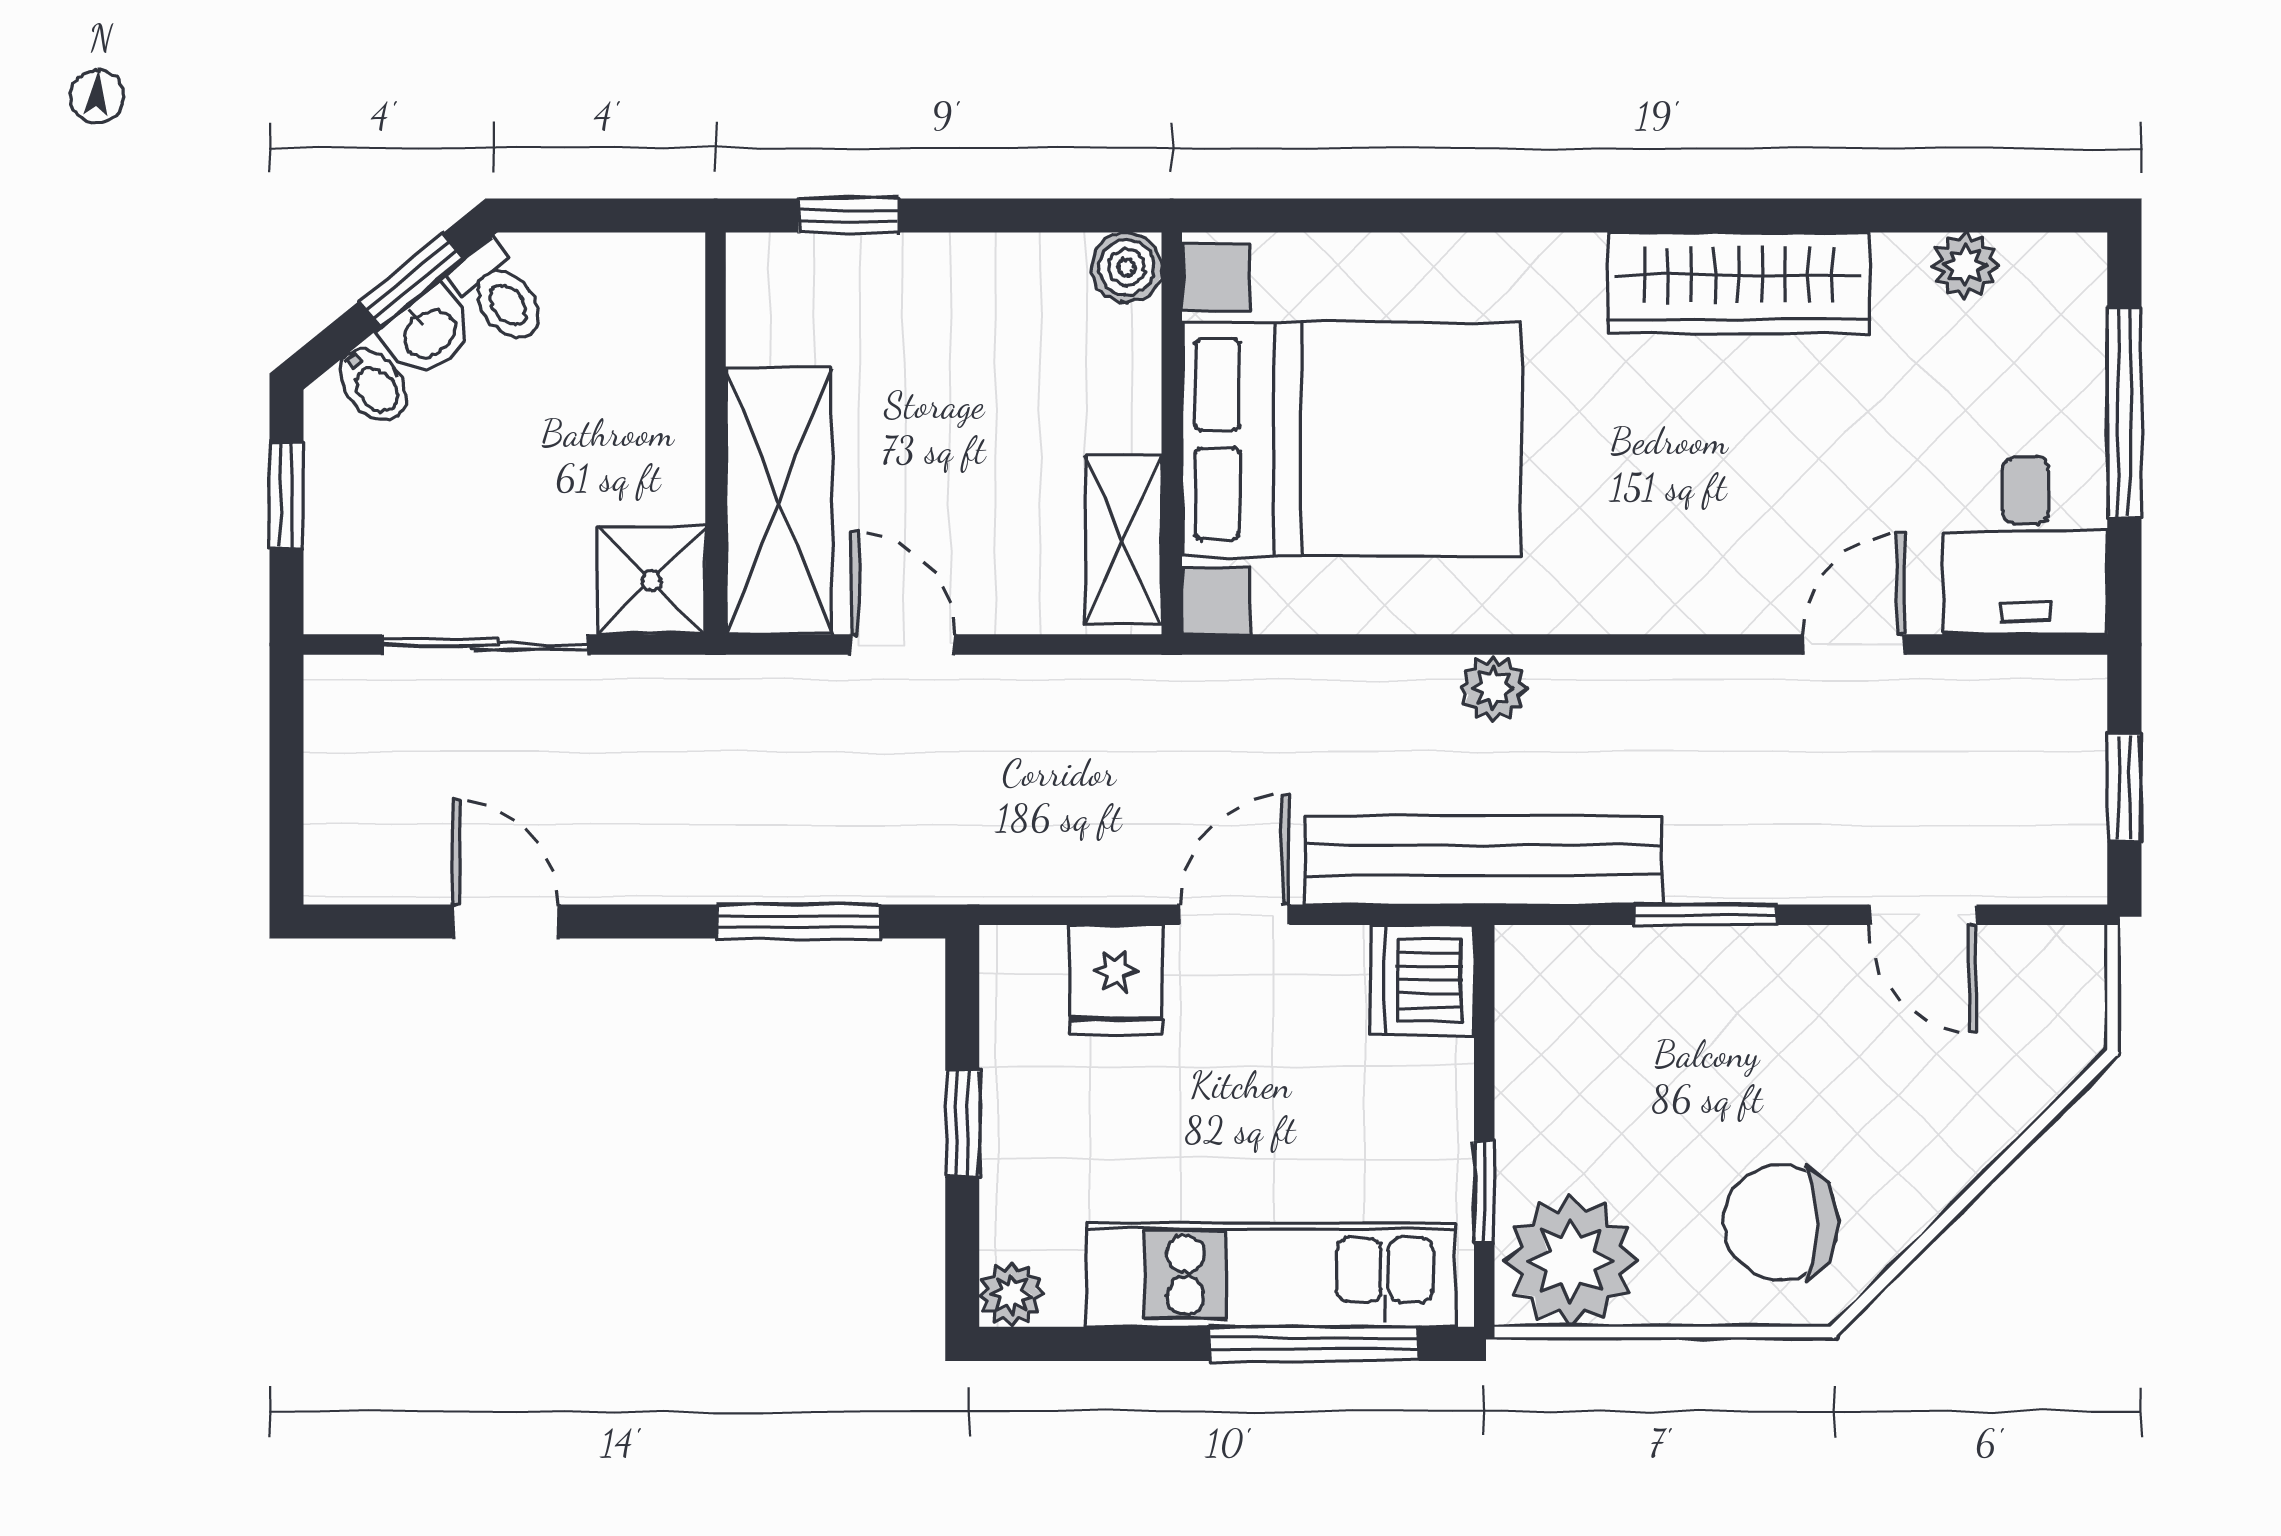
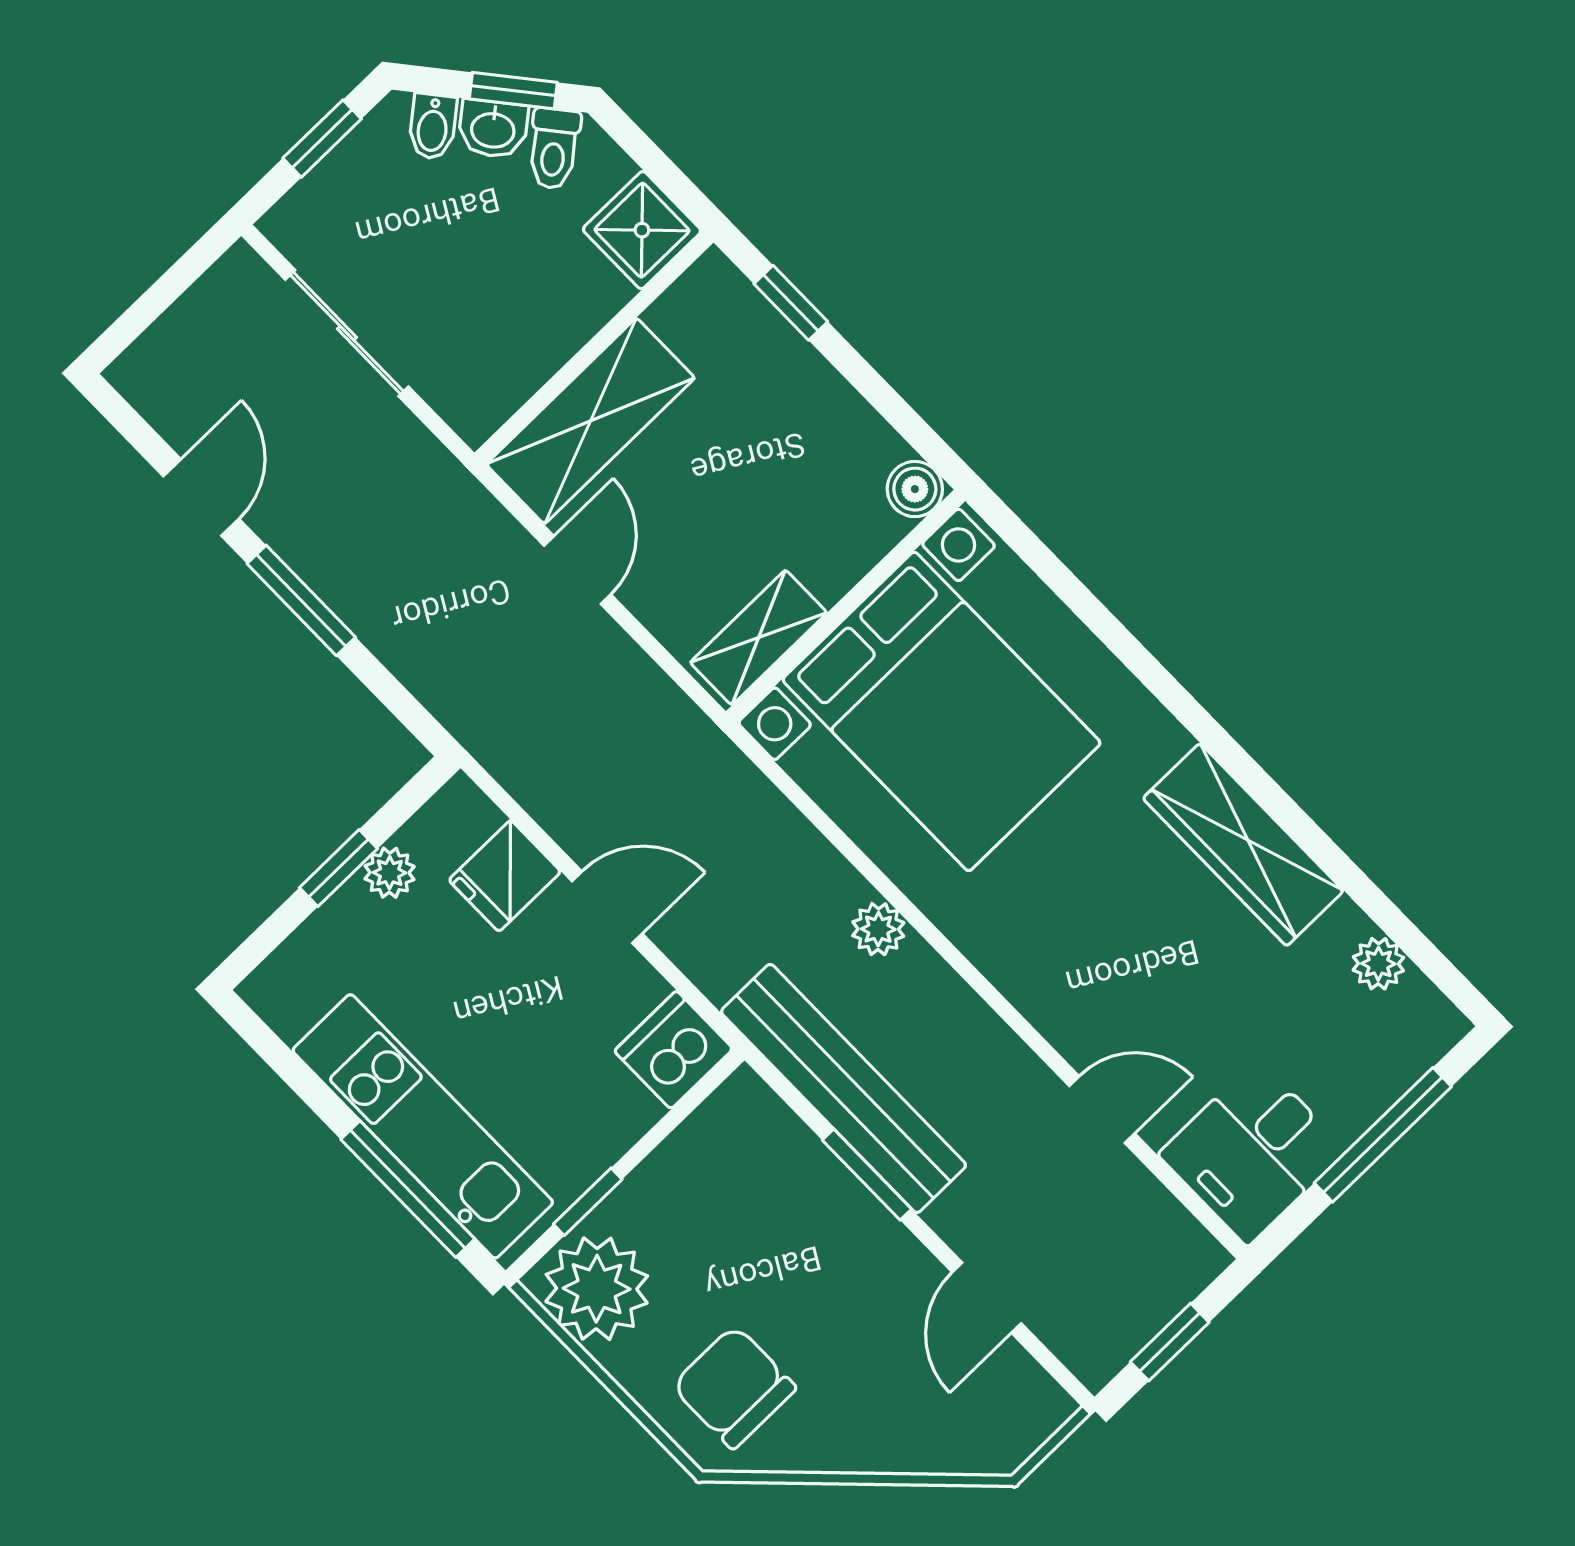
shower: (651, 580) -> (642, 230), moved
bench: (1484, 860) -> (844, 1088), moved
window: (798, 922) -> (301, 600), moved
plant: (1011, 1295) -> (390, 873), moved

